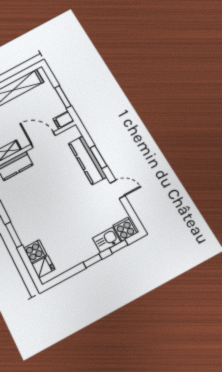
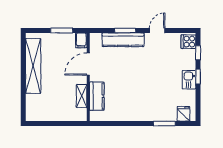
window: (14, 235) -> (164, 124), moved
kitchen sink: (107, 240) -> (189, 80), moved
cooker: (35, 251) -> (170, 114), removed

